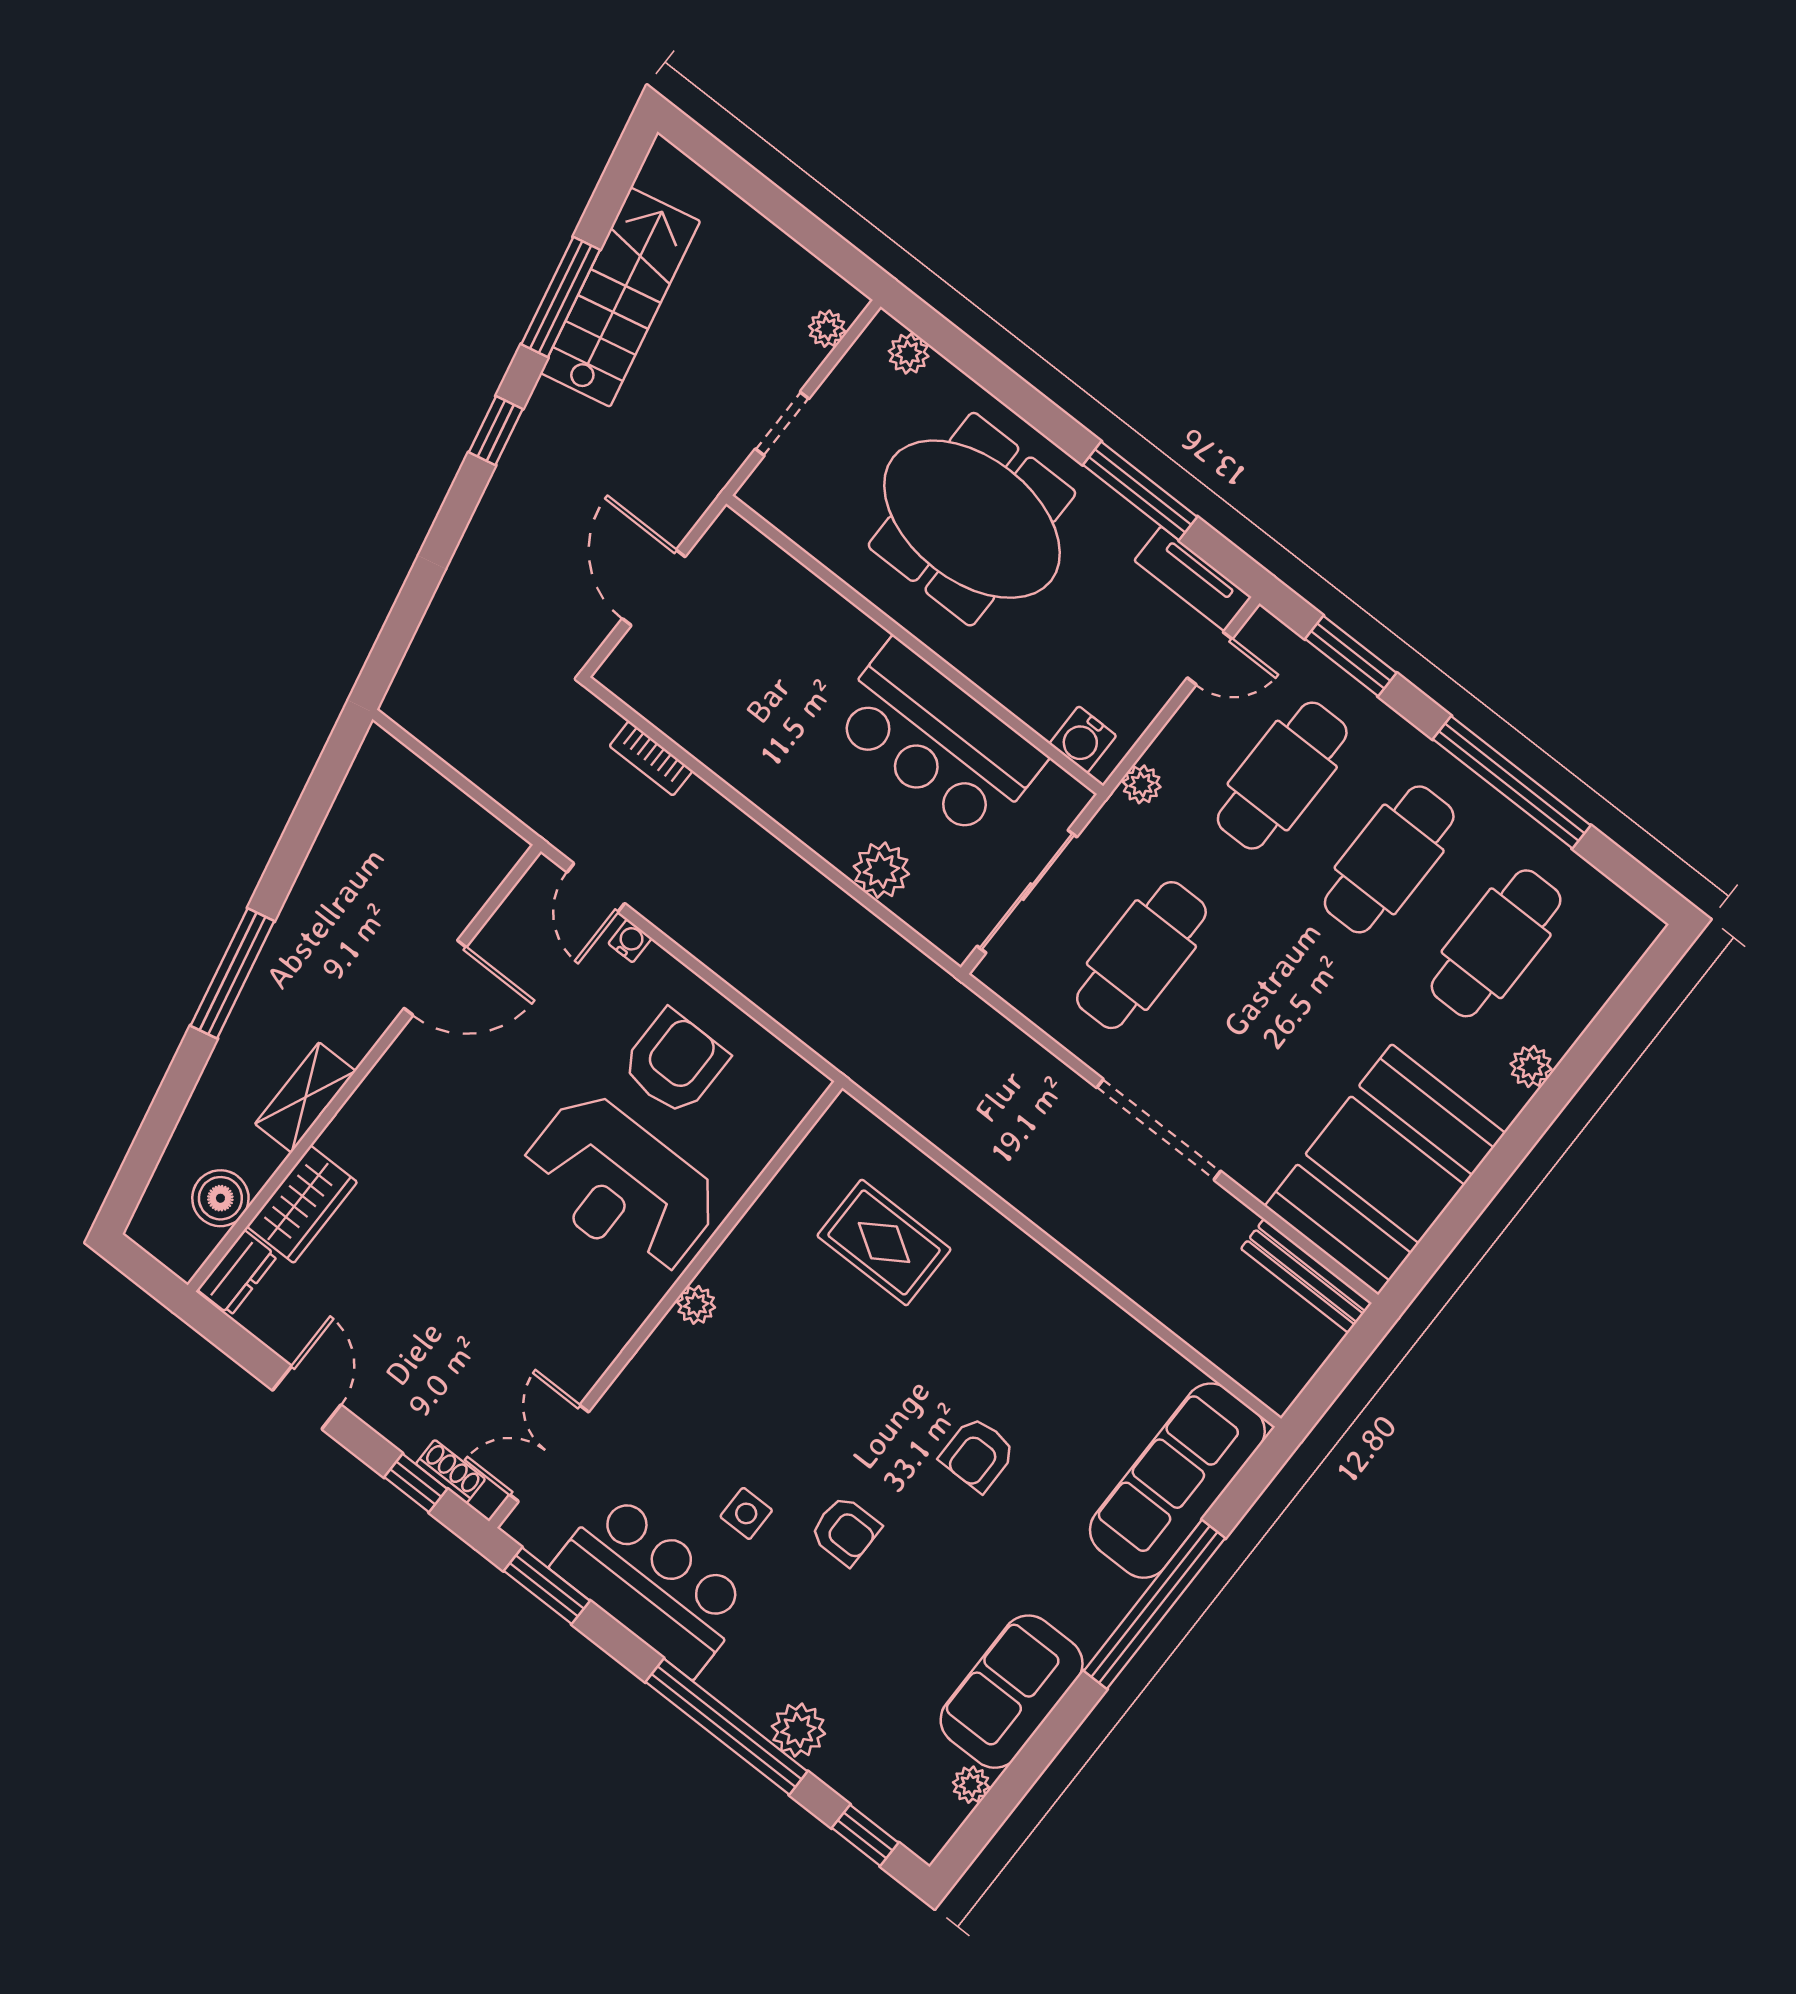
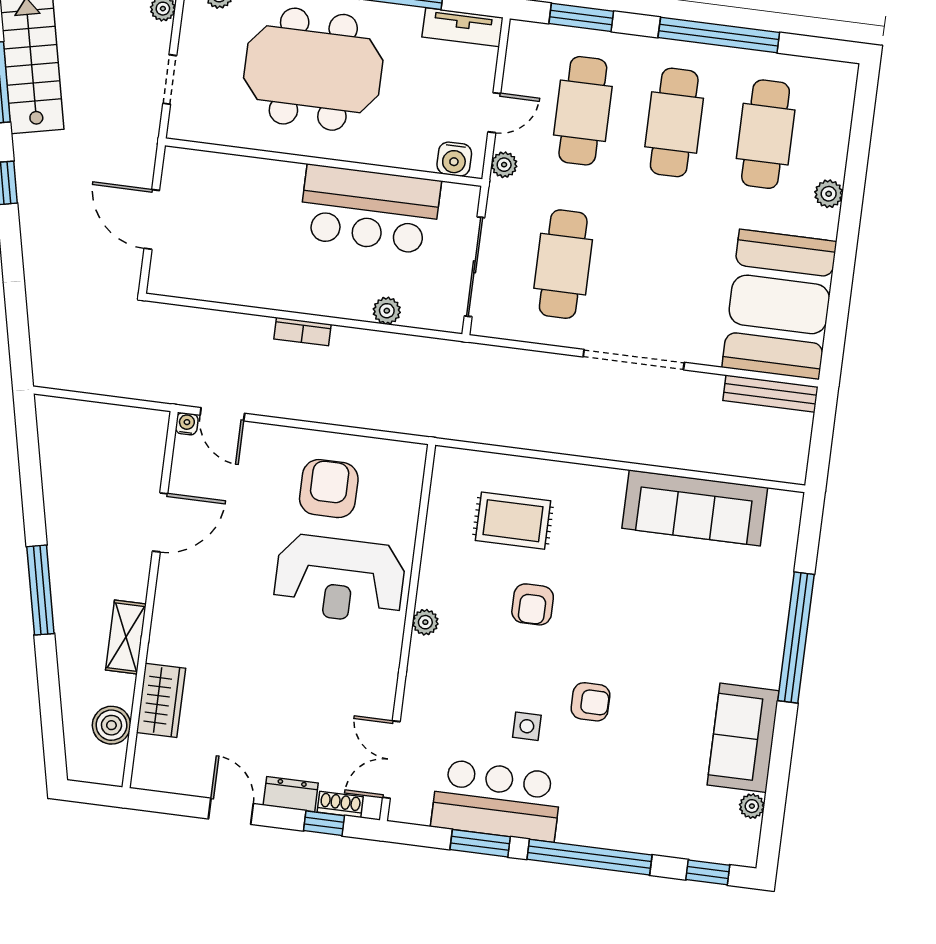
door: (1210, 658) -> (494, 113), moved
bookcase: (651, 758) -> (302, 332), moved
plant: (881, 870) -> (387, 311), width x0.73, depth x0.73
water cooler: (630, 941) -> (187, 424), moved
dresser: (237, 1273) -> (291, 794), moved, turned -90
armchair: (978, 1454) -> (533, 604), moved
sofa: (1177, 1481) -> (695, 508), moved, turned -90
window: (547, 1586) -> (480, 843), moved
plant: (798, 1730) -> (632, 834), removed

